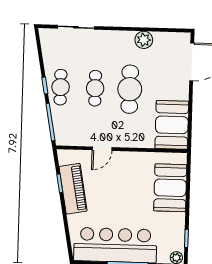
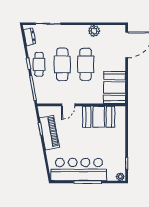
dresser: (48, 45) -> (30, 37), added
cafe table: (95, 88) -> (62, 64), width x1.37, depth x1.35
booth: (170, 188) -> (99, 117), moved, turned 90

